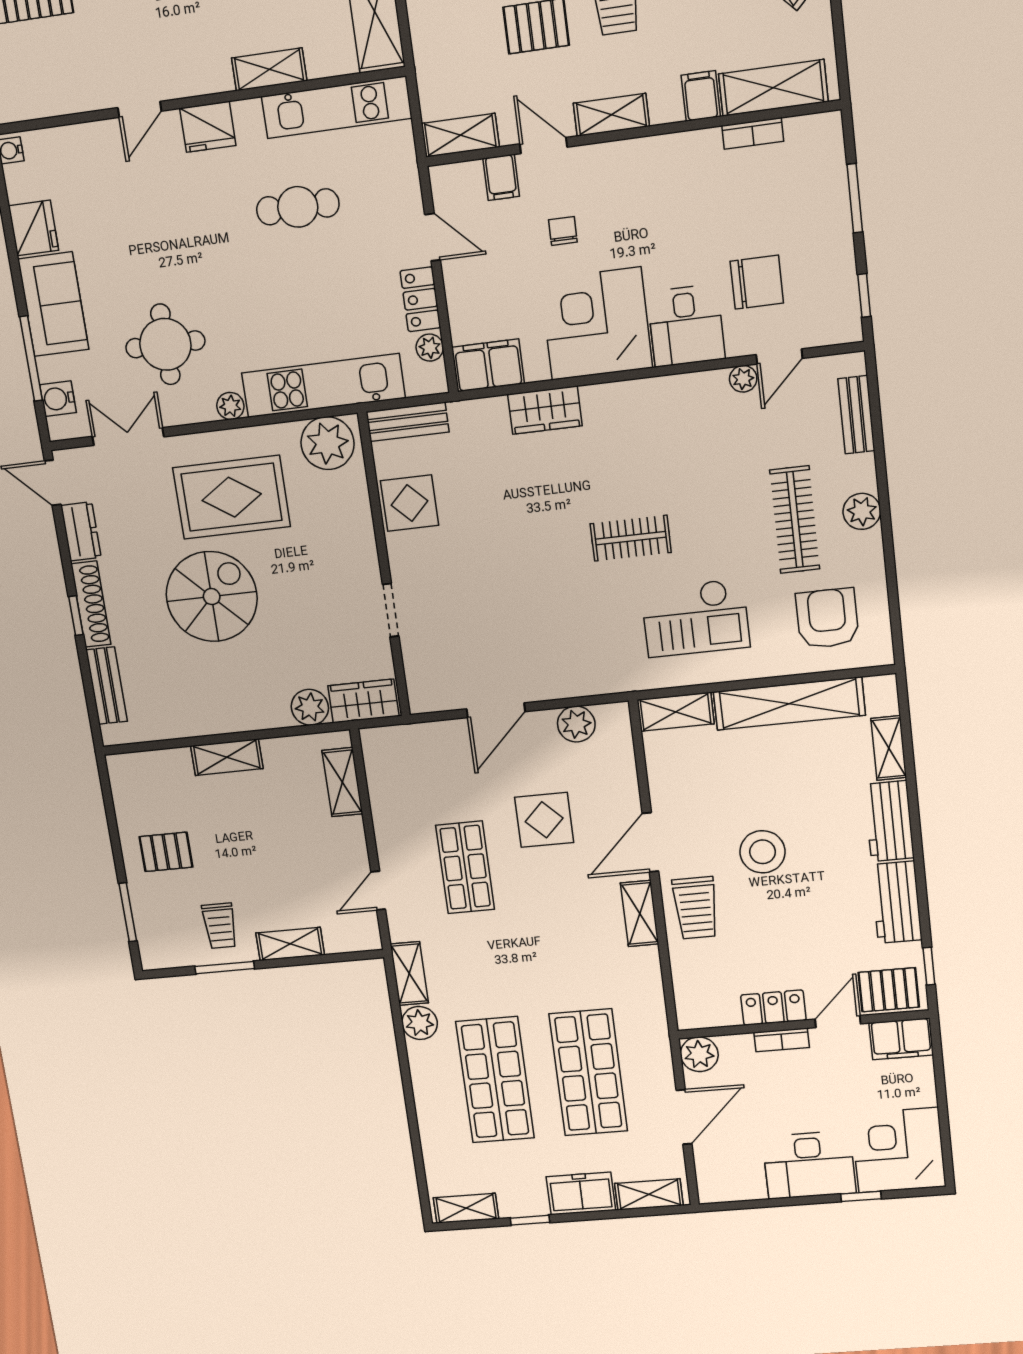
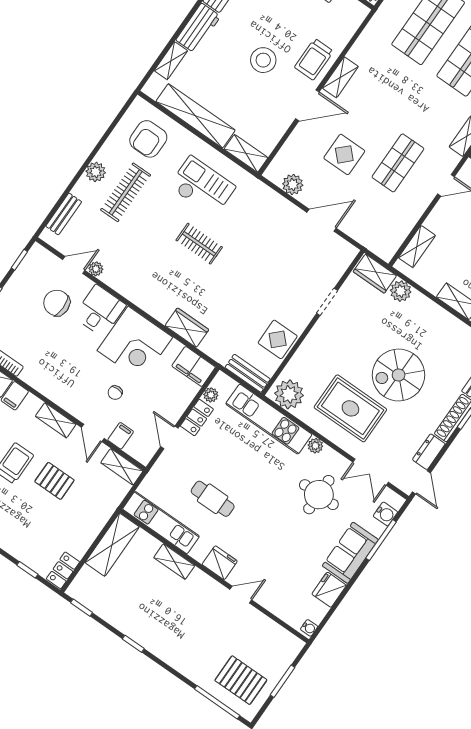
trolley: (696, 908) -> (314, 59), turned 180

